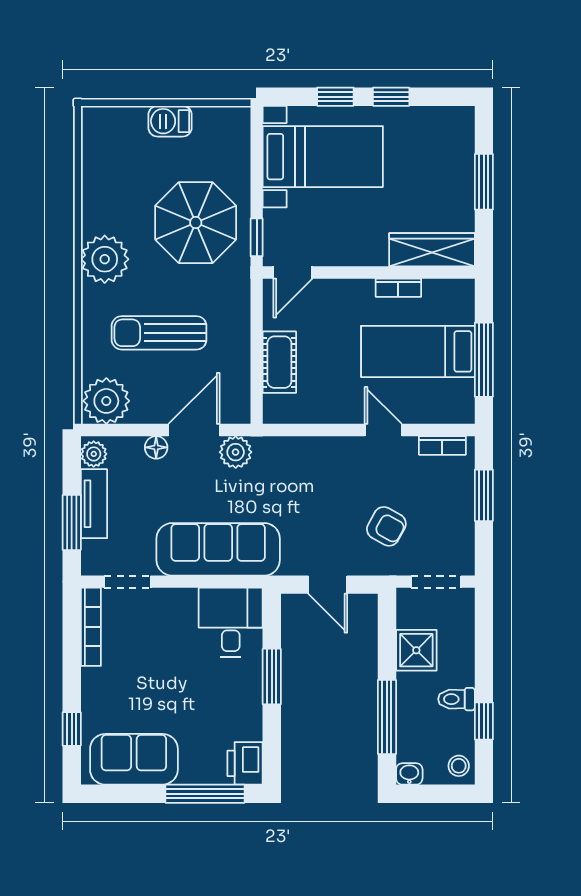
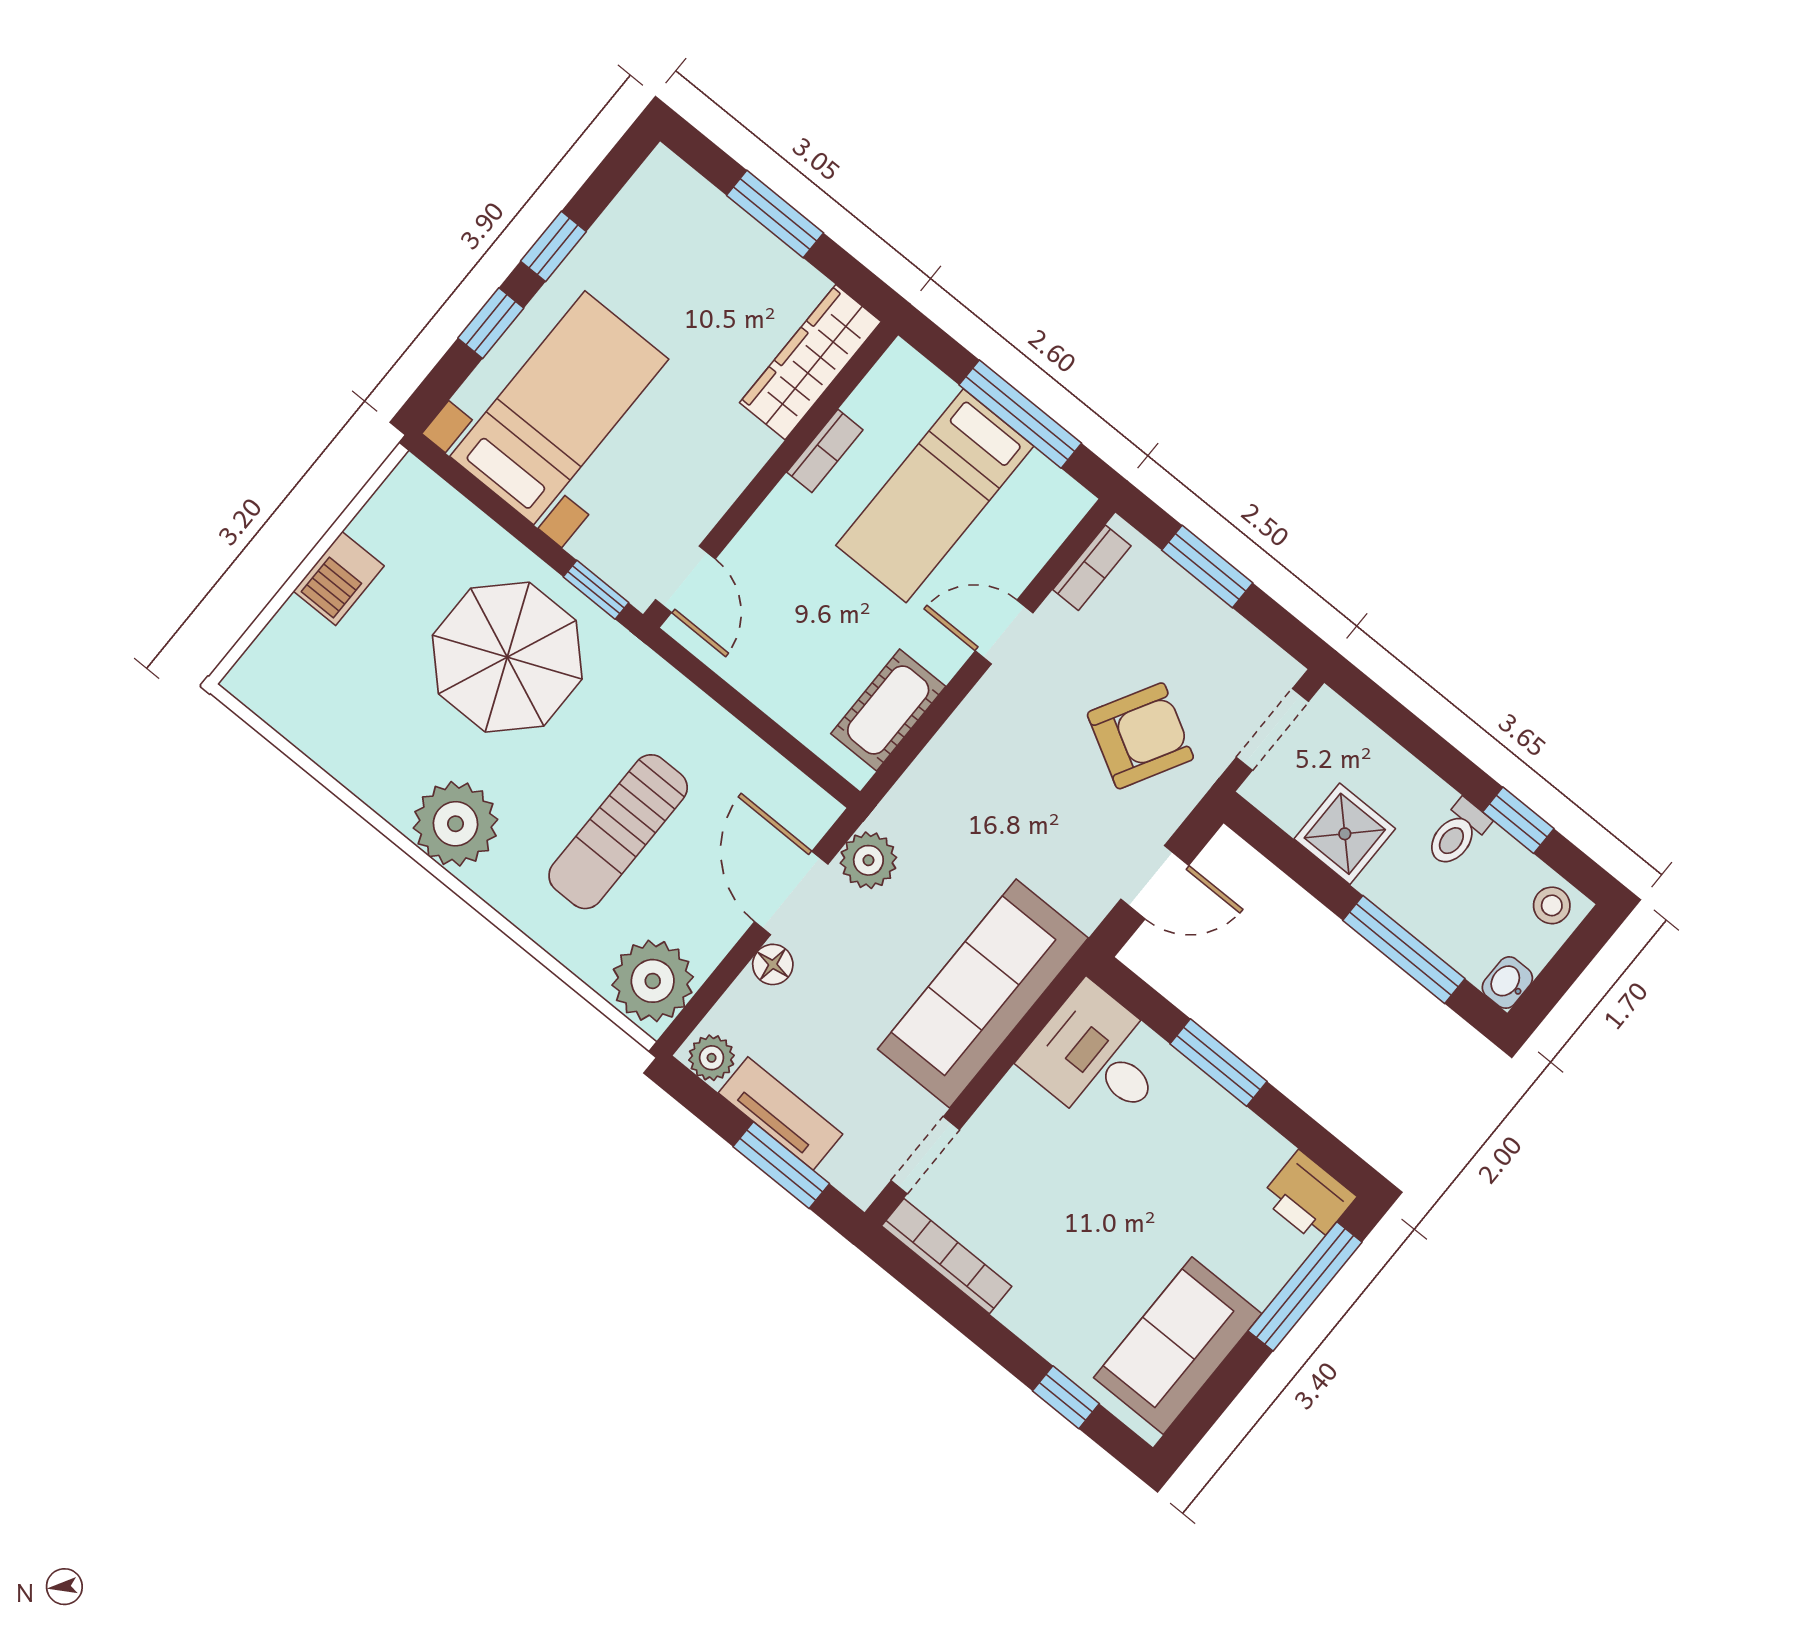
cot: (279, 362) -> (888, 710), moved, turned 90
armchair: (386, 526) -> (1140, 736), width x1.38, depth x1.38

